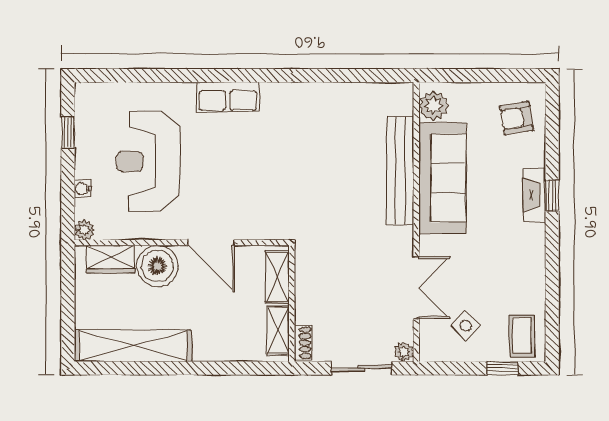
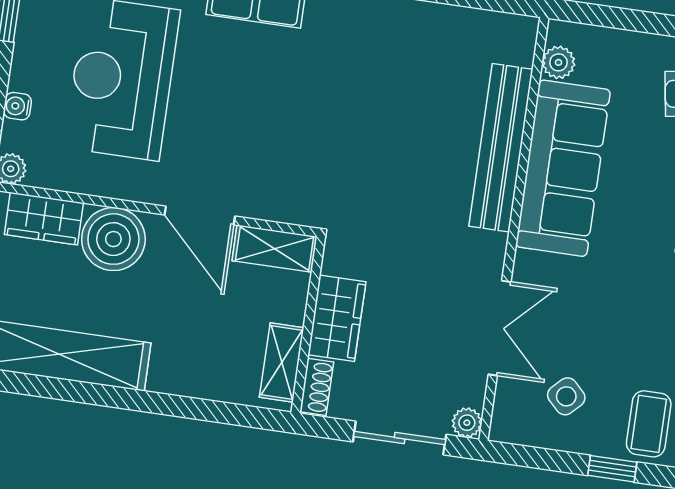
plant: (434, 106) -> (558, 62), width x0.73, depth x0.73
shelving: (277, 277) -> (275, 249), moved, turned 90
wardrobe: (310, 296) -> (337, 318), added

